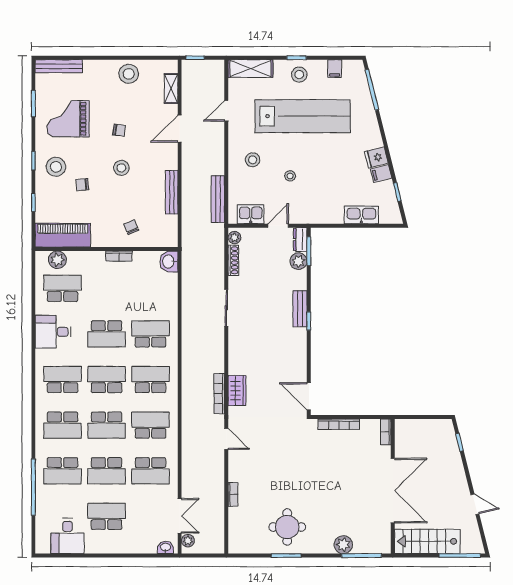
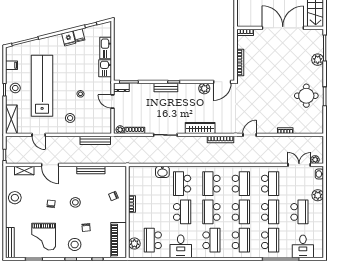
kitchen sink: (251, 214) -> (105, 68), moved
plant: (299, 261) -> (204, 88), moved
washbasin: (169, 262) -> (162, 172), moved
school desk: (63, 380) -> (211, 240), turned 180
wardrobe: (237, 391) -> (200, 128), moved, width x1.50
school desk: (151, 425) -> (241, 184), turned 180
school desk: (107, 516) -> (299, 212), turned 180
desk: (67, 536) -> (303, 246), moved, turned 90
plant: (132, 545) -> (318, 195), added

